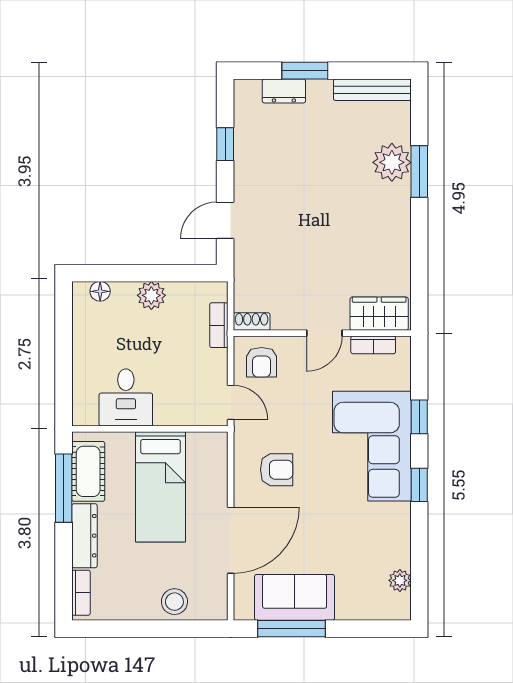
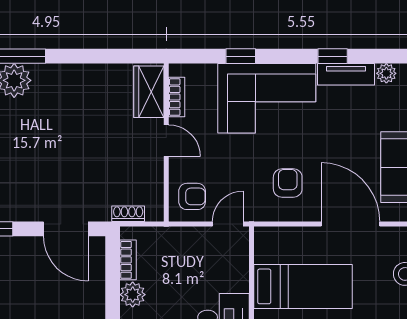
door: (225, 220) -> (66, 229), width x1.38
shoe rack: (252, 322) -> (128, 214), moved, turned 90
bookcase: (219, 325) -> (128, 260), moved, turned -90
window: (419, 485) -> (333, 56), moved
tv unit: (399, 535) -> (346, 74), added

